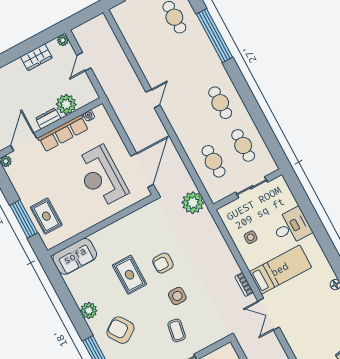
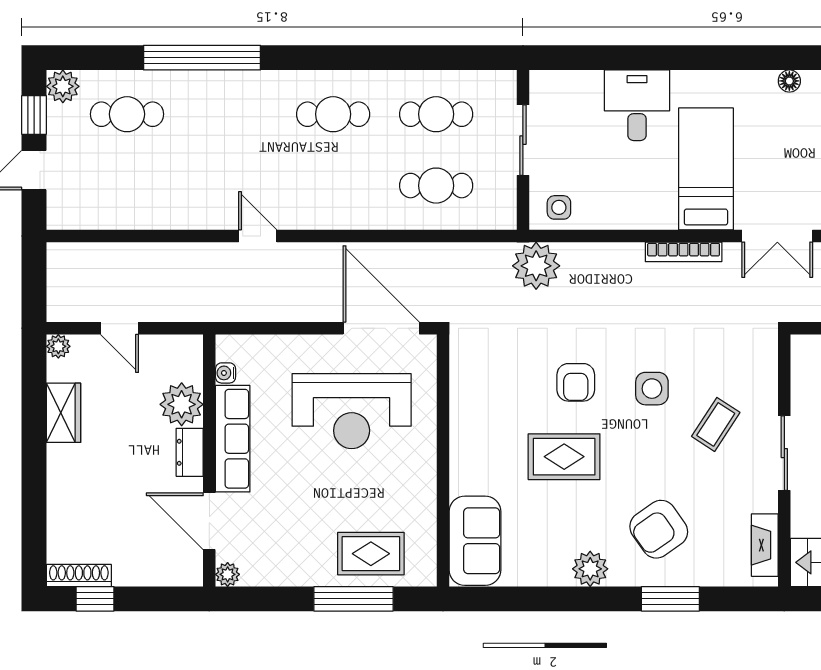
plant: (193, 203) -> (536, 266), moved
side table: (251, 237) -> (559, 207), moved
bookcase: (244, 284) -> (684, 252), width x1.56
coffee table: (177, 330) -> (716, 424), turned -67

